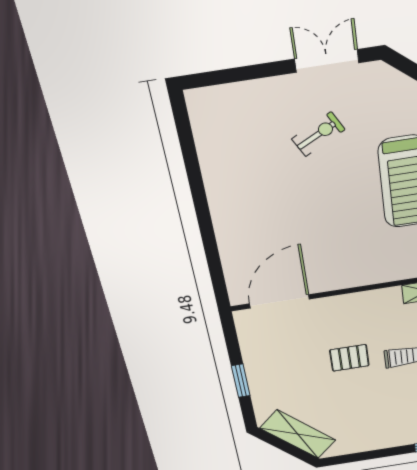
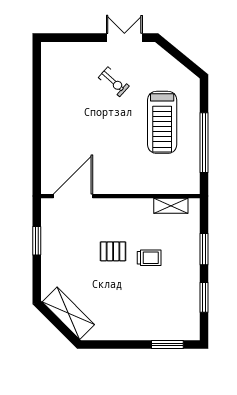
exercise bike: (318, 134) -> (114, 82), turned 70
window: (241, 381) -> (37, 241), moved

